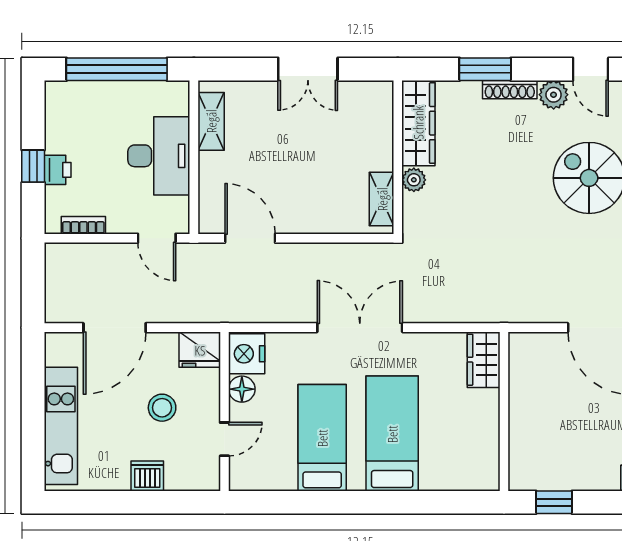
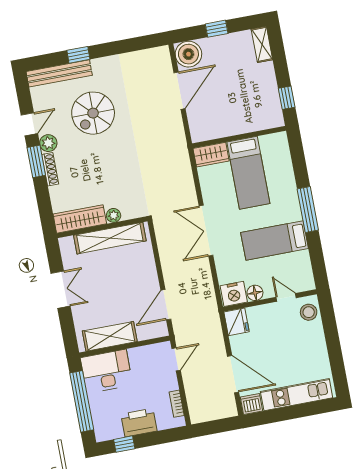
window: (485, 69) -> (36, 161), moved
shelving: (211, 121) -> (110, 336), width x1.50, depth x1.33
desk: (159, 156) -> (106, 371), moved
window: (33, 166) -> (124, 444), moved
printer: (58, 170) -> (139, 423), width x1.87, depth x1.48
shelving: (382, 199) -> (110, 238), width x2.20, depth x1.33
stool: (162, 408) -> (309, 312), moved
bed: (392, 434) -> (248, 173), moved, turned -90
dishwasher: (147, 476) -> (252, 404), moved, turned 90
window: (363, 502) -> (308, 209), added

